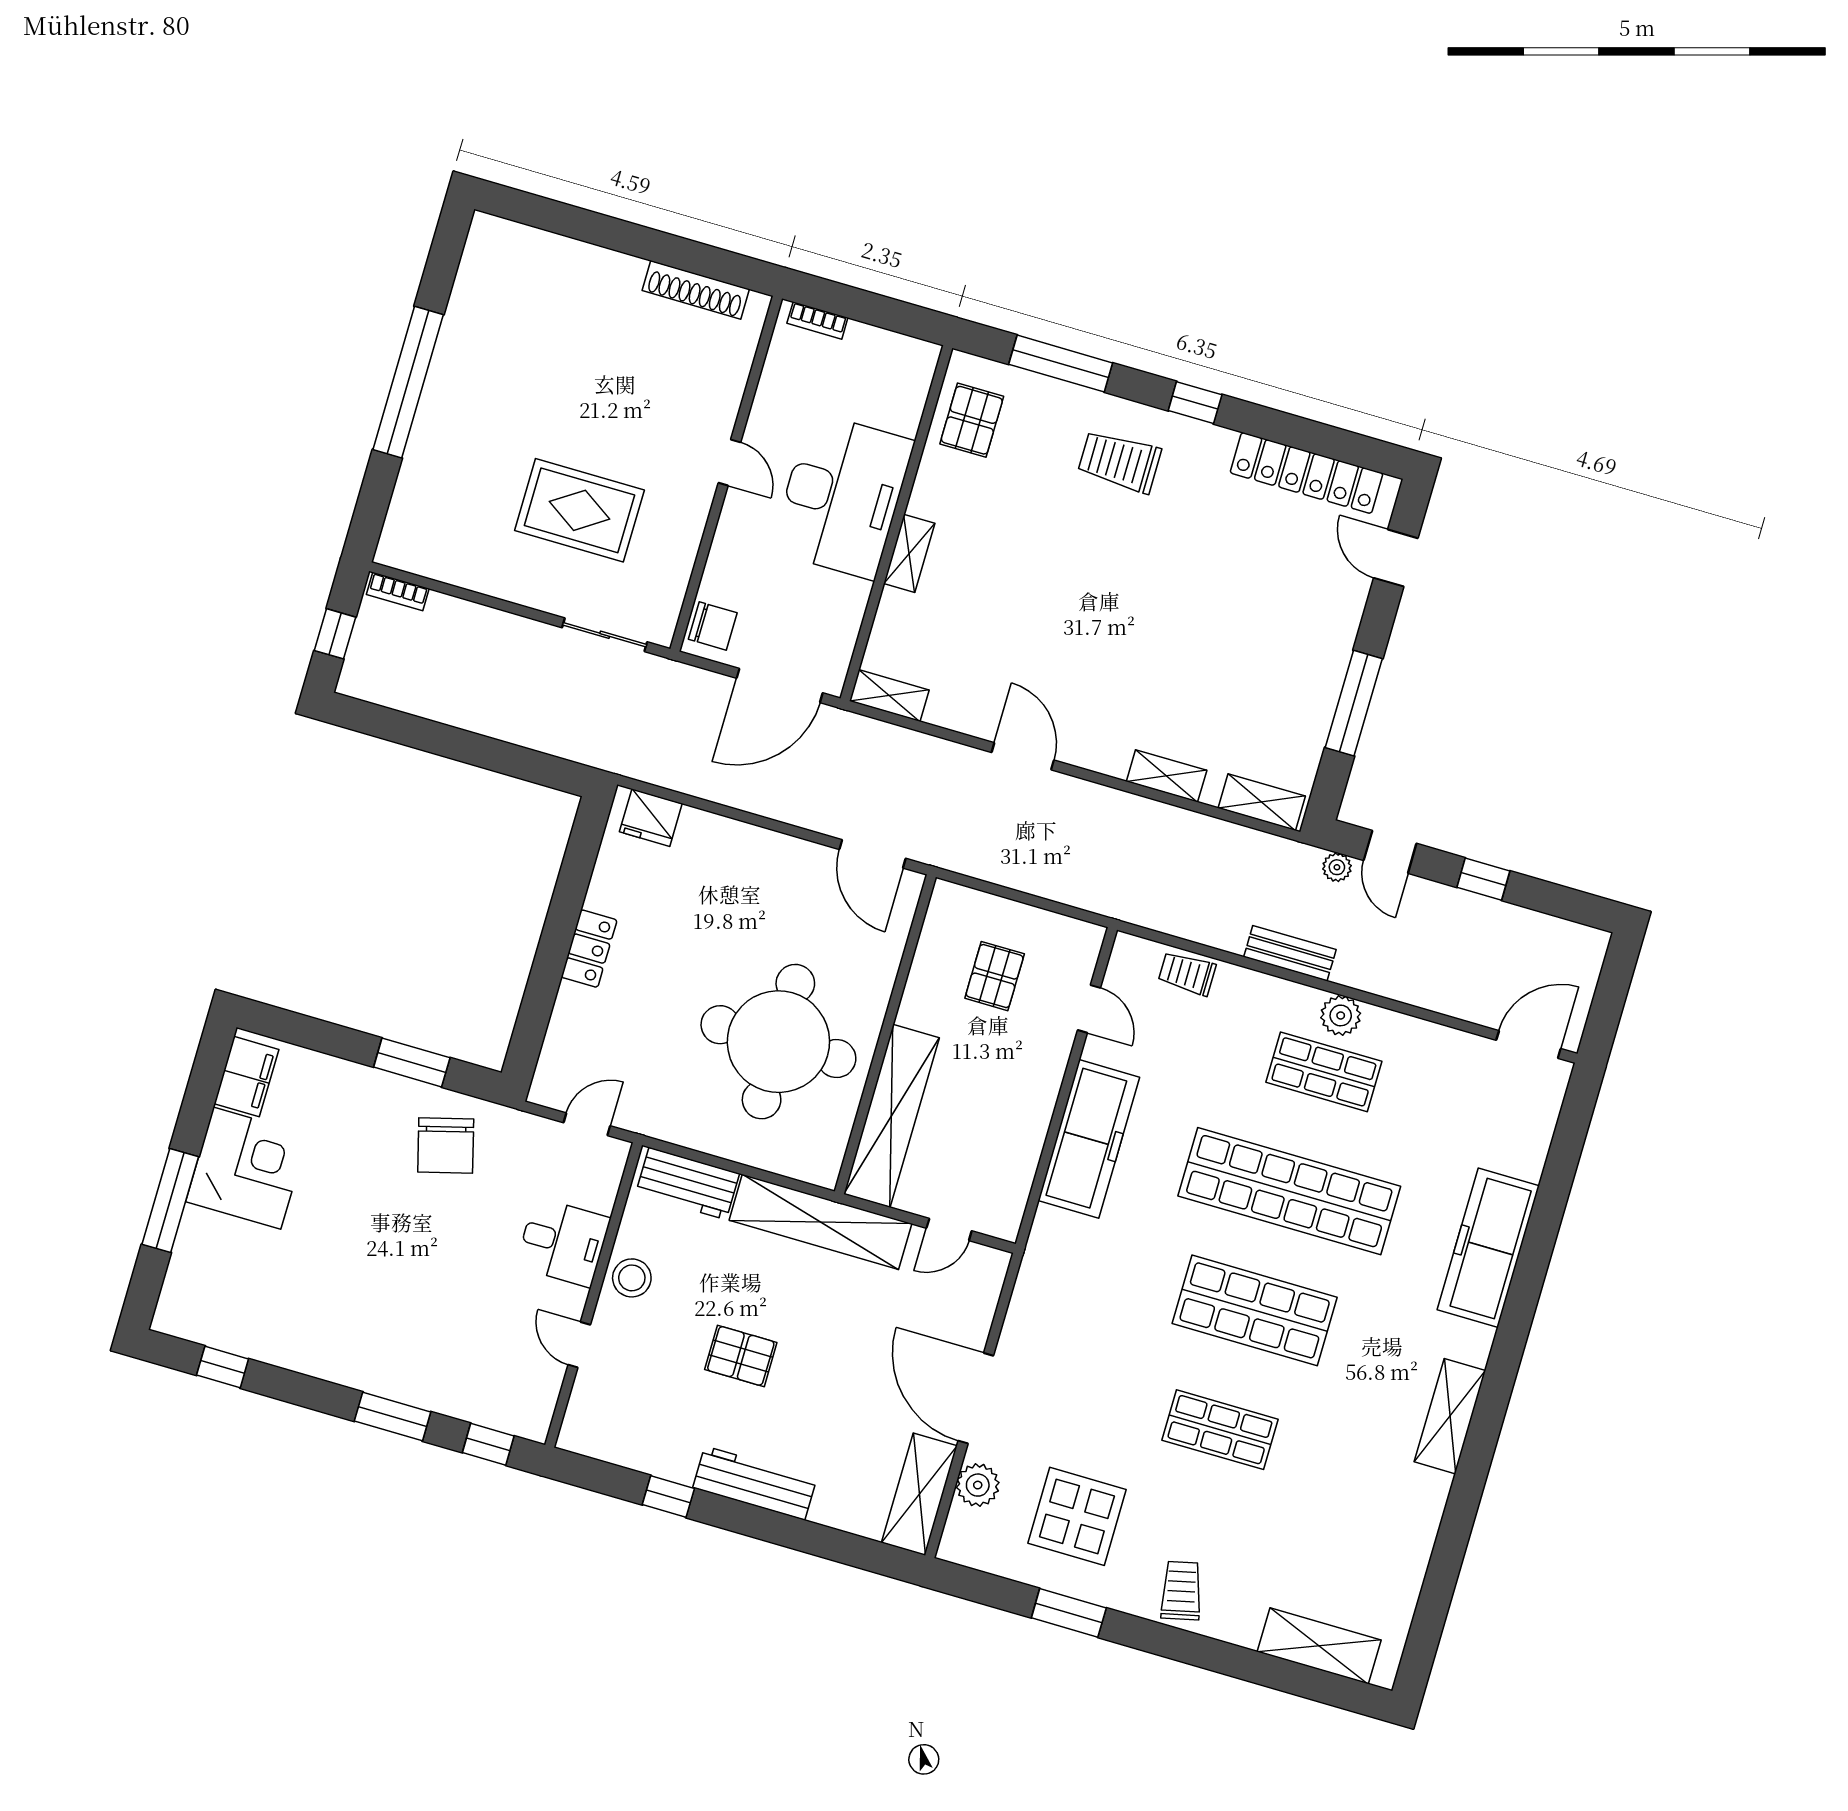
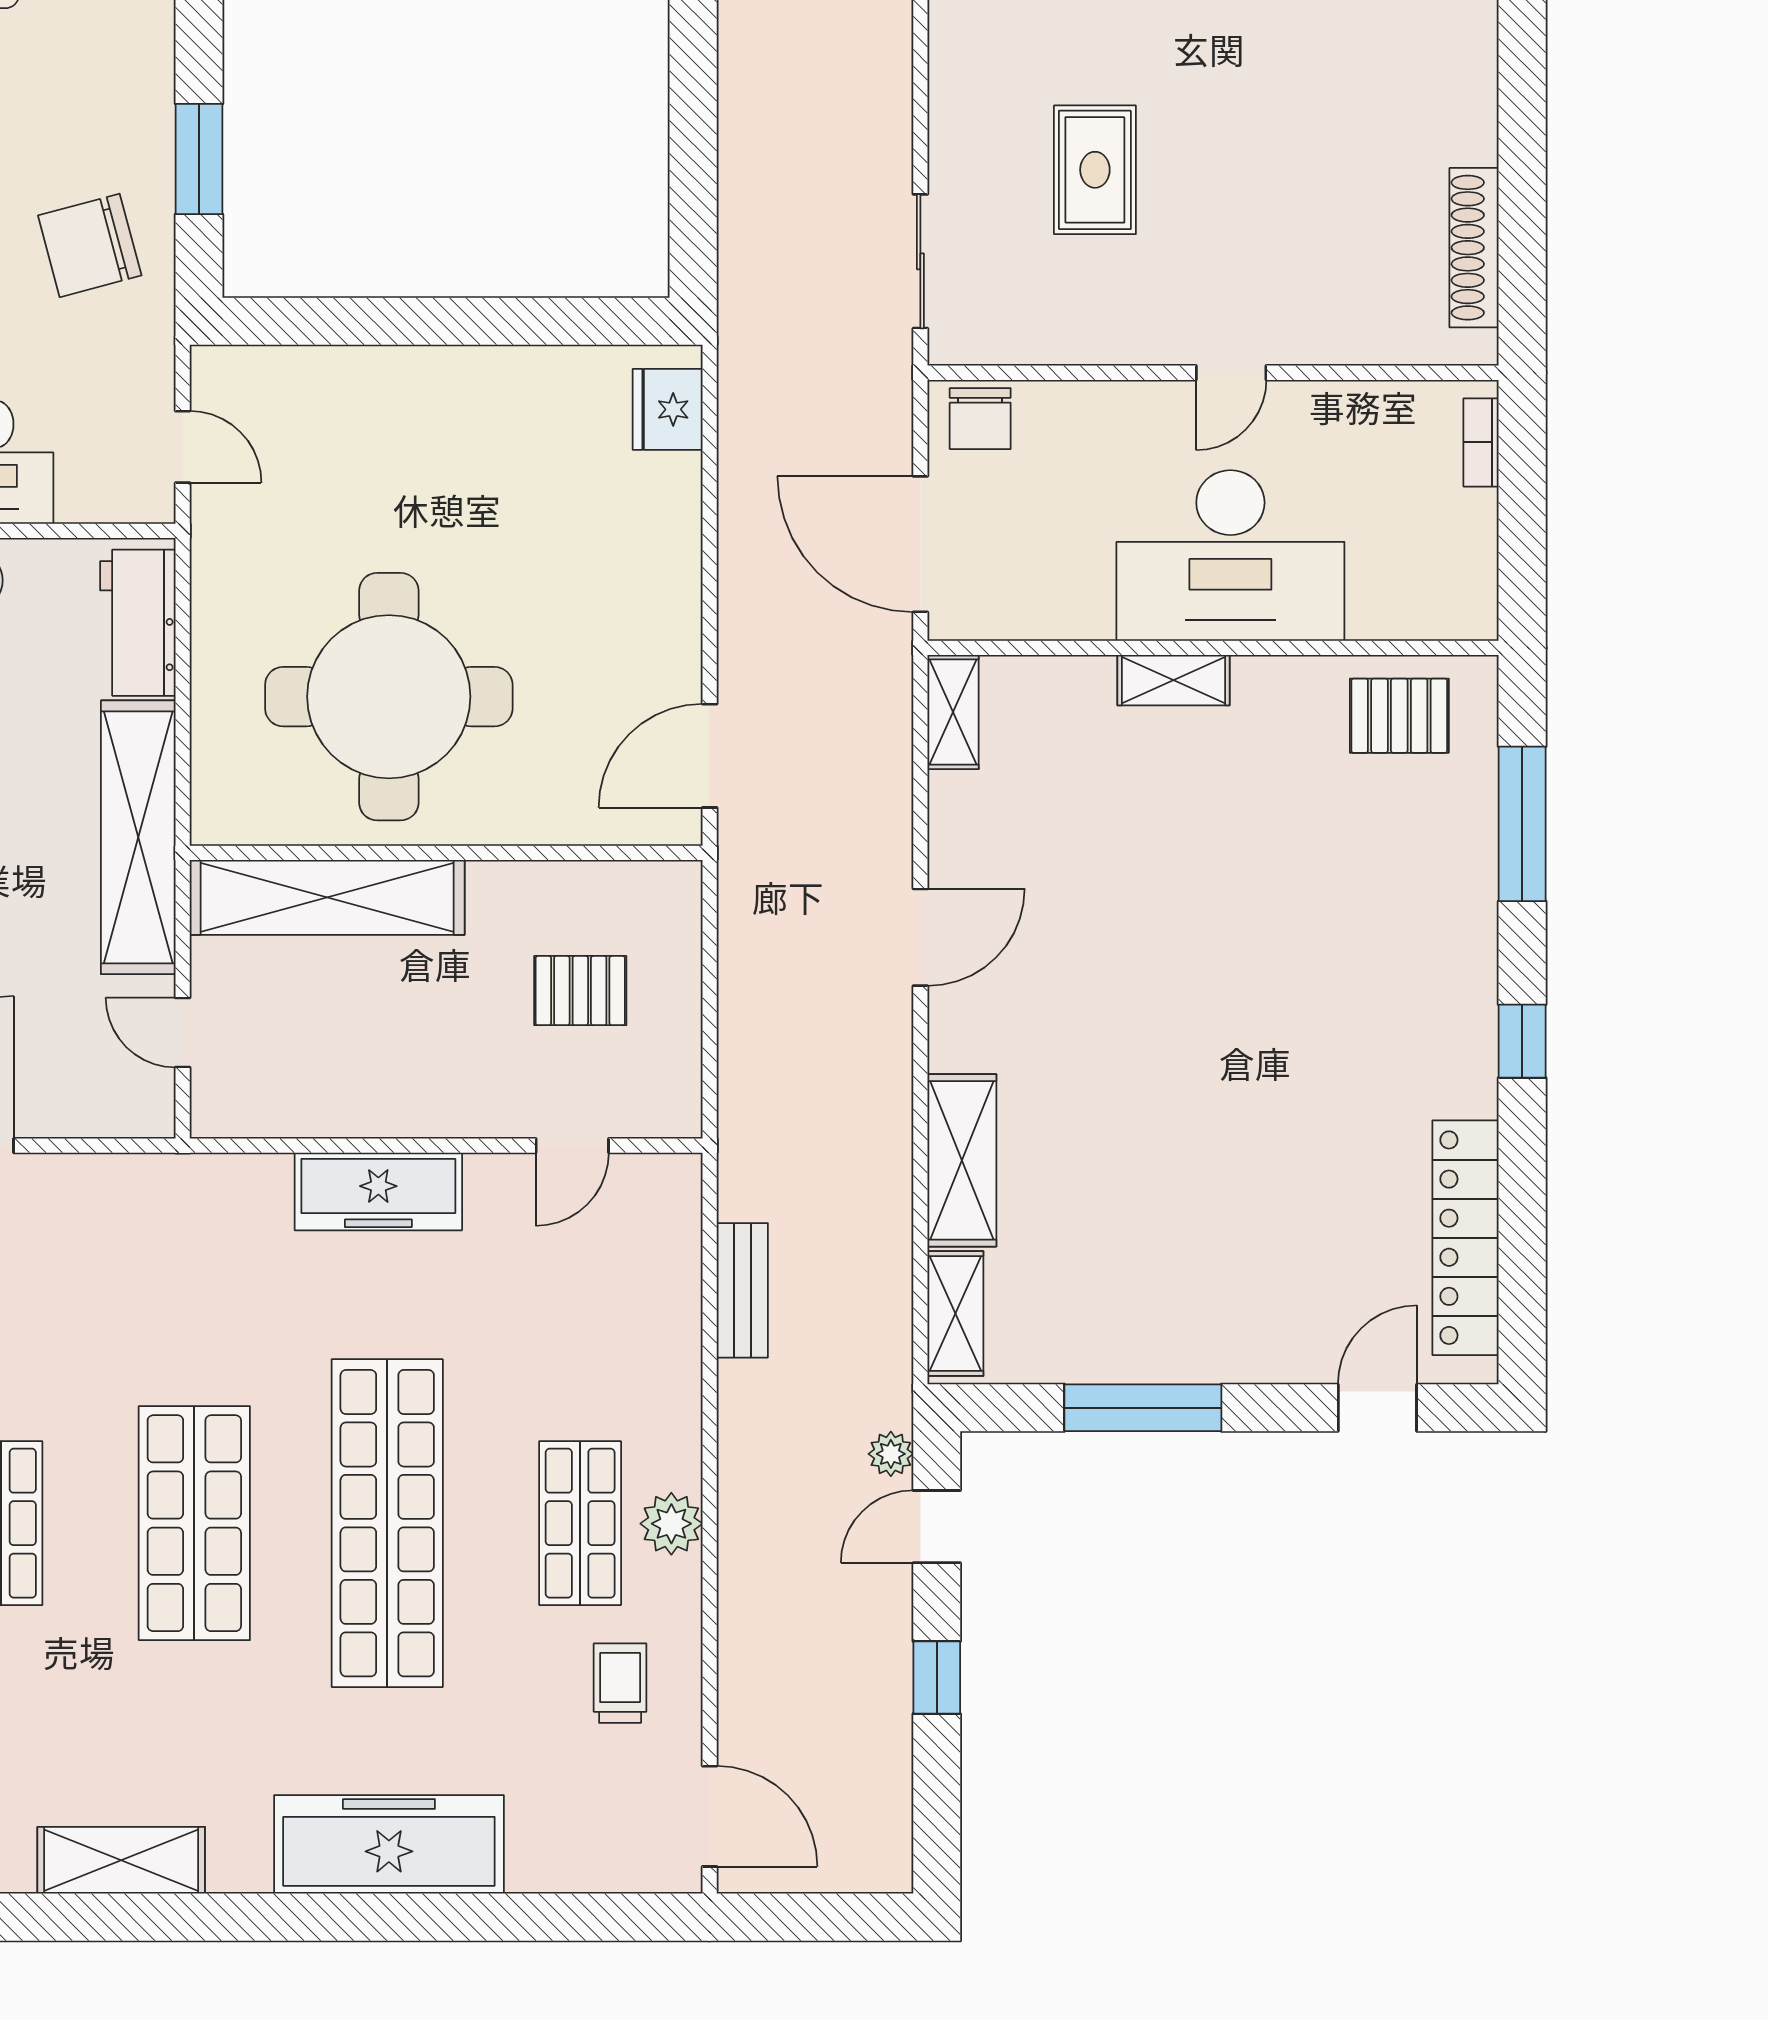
trolley: (1120, 461) -> (1402, 954), removed
rug: (579, 510) -> (1095, 170), width x0.73, depth x0.70
shelving: (1167, 776) -> (962, 1160), width x1.50, depth x1.33
locker: (589, 949) -> (446, 374), removed
bench: (1290, 953) -> (742, 1290), moved
trolley: (1187, 973) -> (620, 1683), moved
freezer: (1089, 1139) -> (378, 1191), width x0.73, depth x0.79

